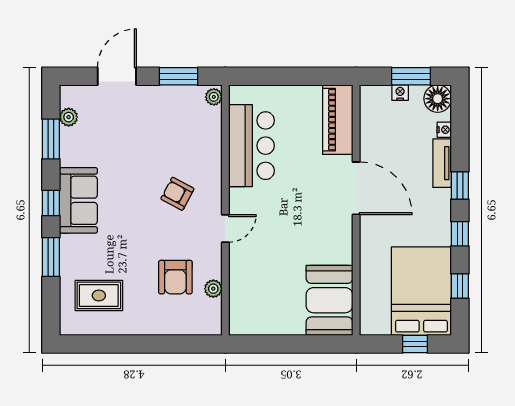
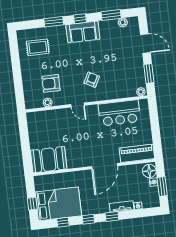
floor lamp: (438, 99) -> (149, 171), moved
rug: (99, 295) -> (38, 47), turned 90

